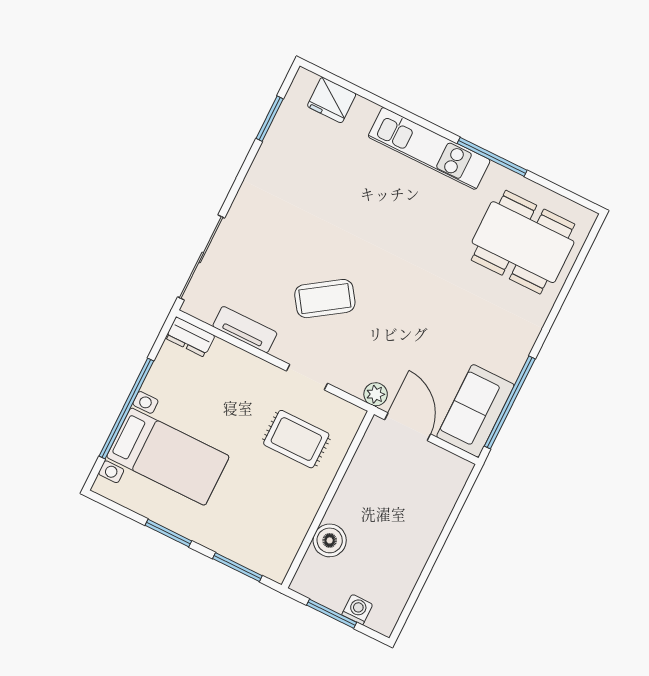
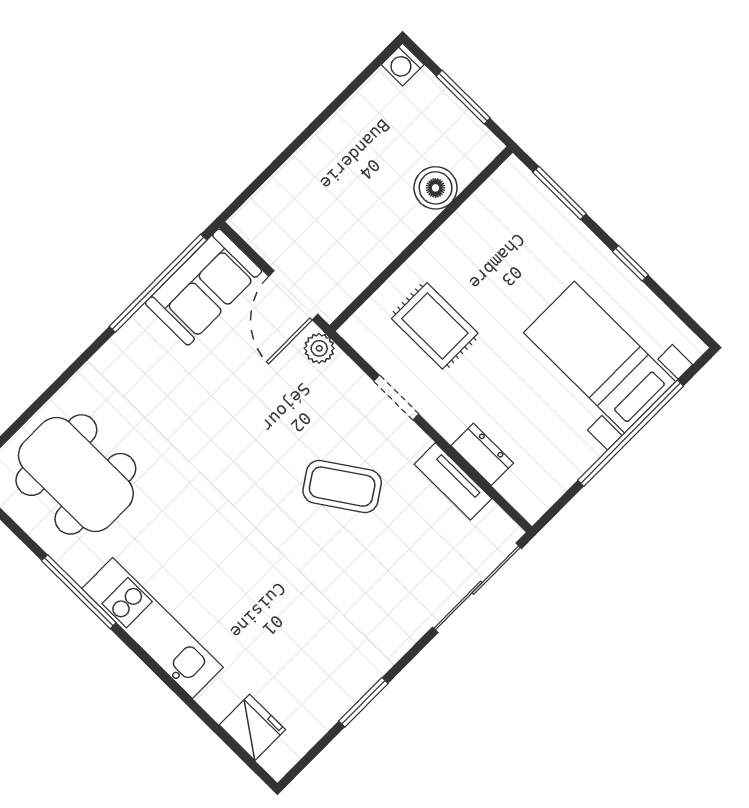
window: (270, 119) -> (363, 702), moved
dresser: (190, 337) -> (482, 454), moved
window: (168, 533) -> (630, 263), width x0.67
washing machine: (357, 610) -> (403, 65), moved

